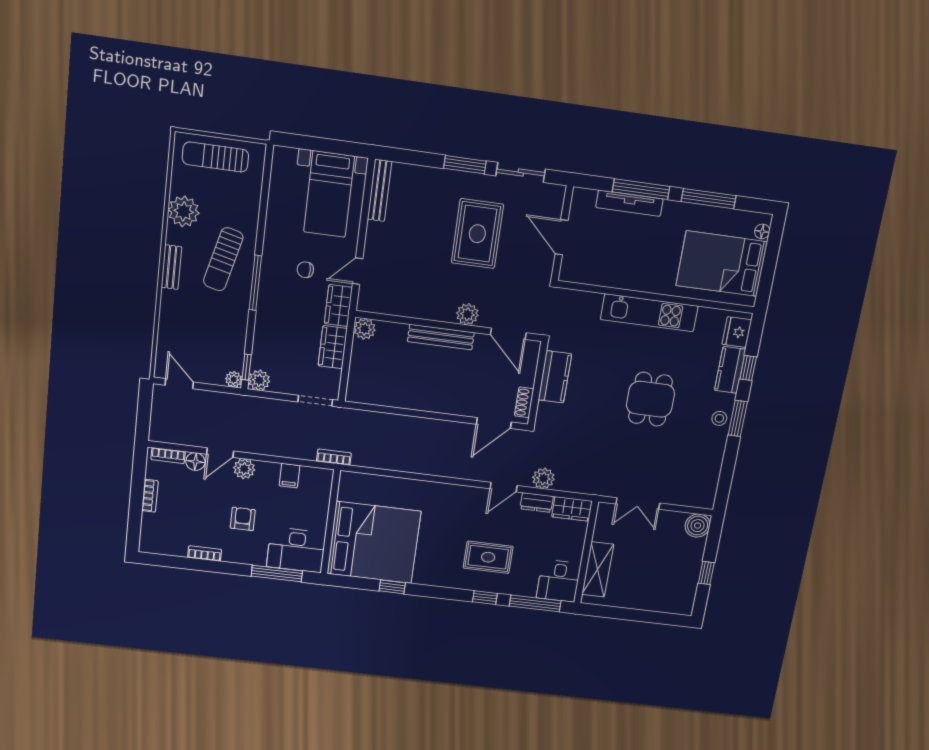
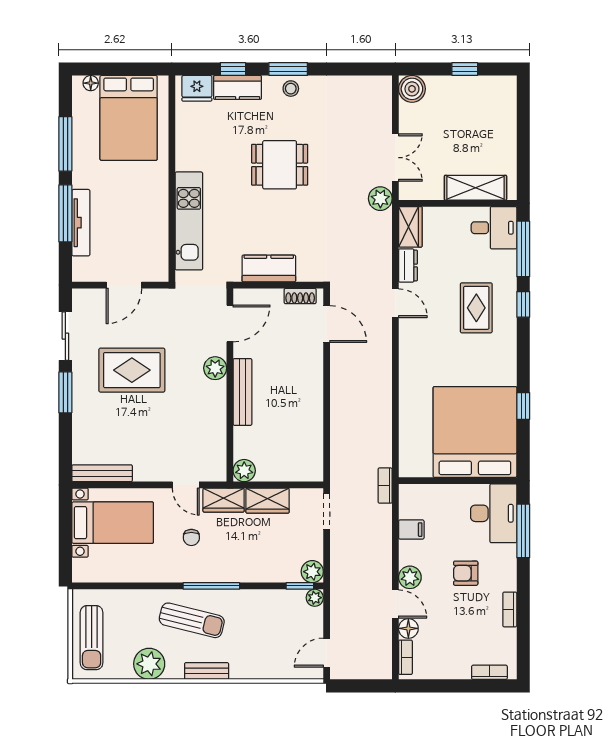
kitchen unit: (649, 313) -> (189, 221), moved
plant: (543, 478) -> (380, 199), moved
bookcase: (150, 496) -> (489, 672), moved

